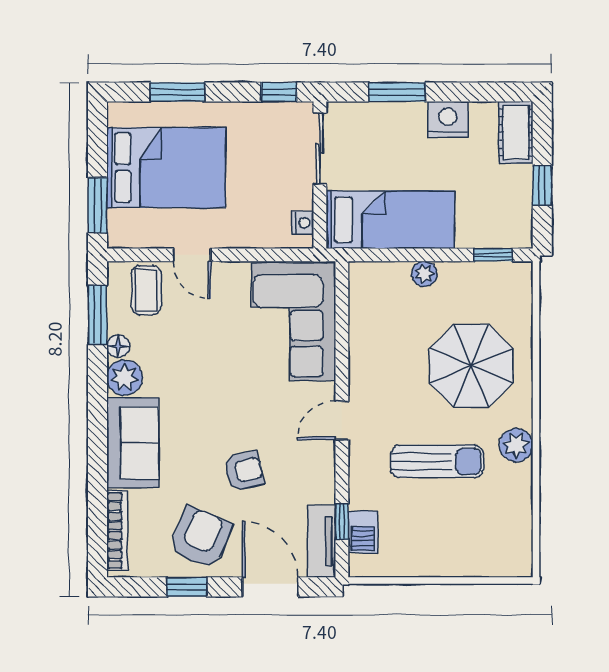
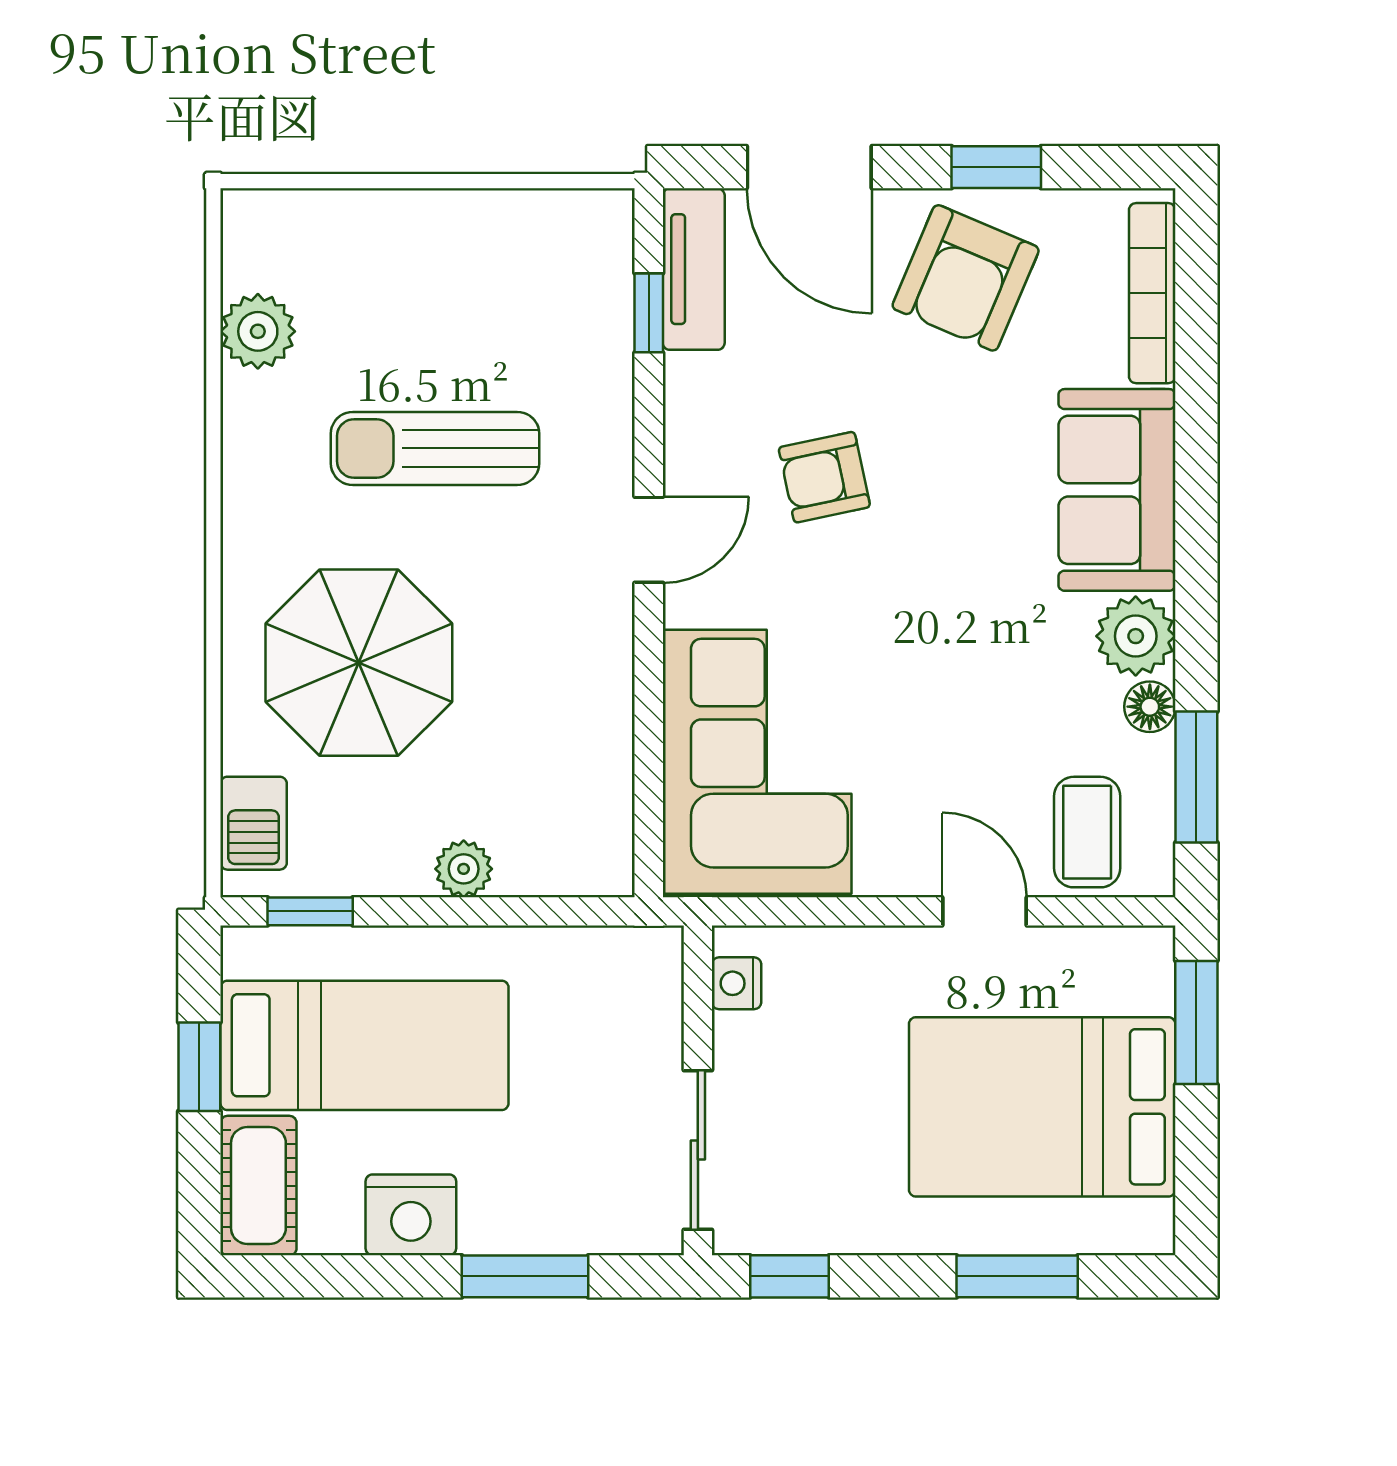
bed: (390, 220) -> (364, 1045), moved, turned 180
plant: (516, 445) -> (258, 331), moved
armchair: (244, 471) -> (824, 477), moved
barbecue: (363, 532) -> (254, 823), moved, turned 180

